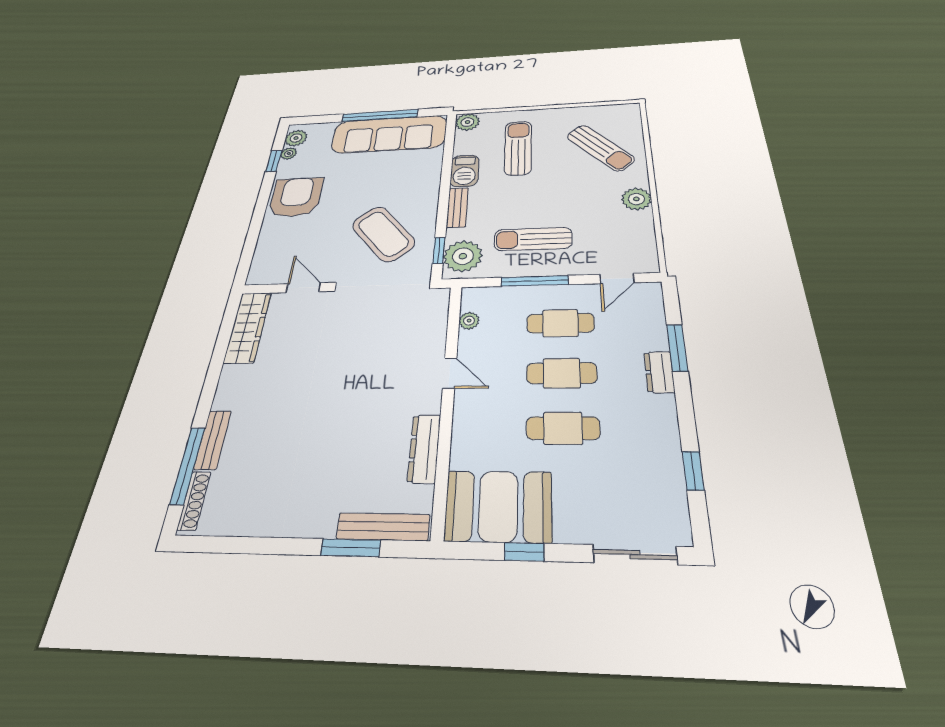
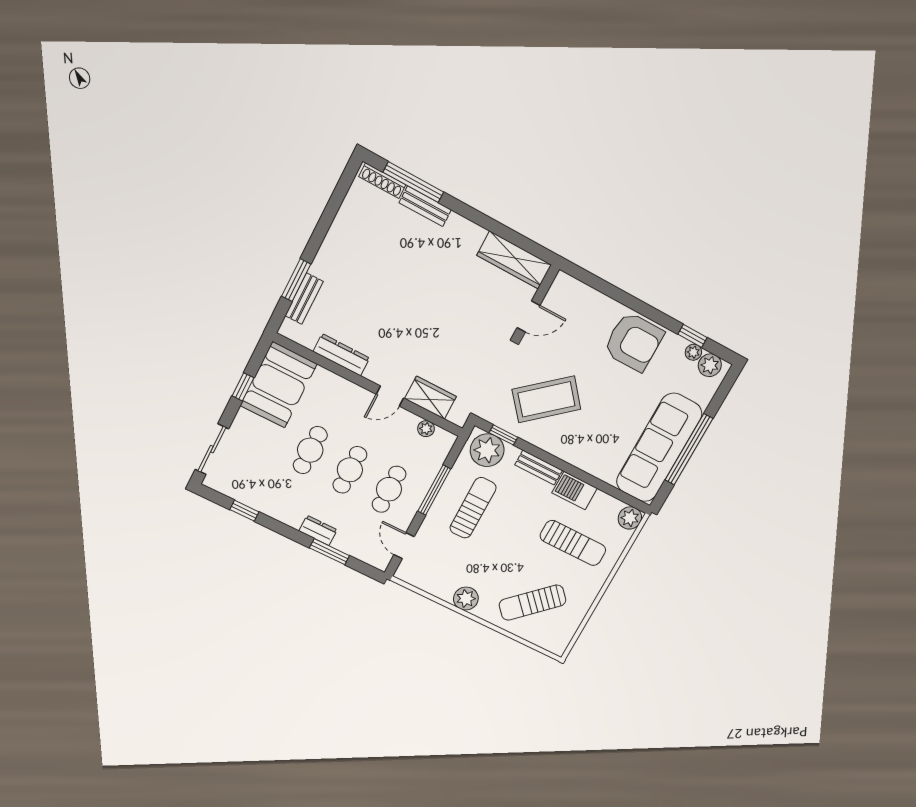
wardrobe: (431, 333) -> (431, 398), added
bench: (383, 527) -> (304, 299), width x0.73

